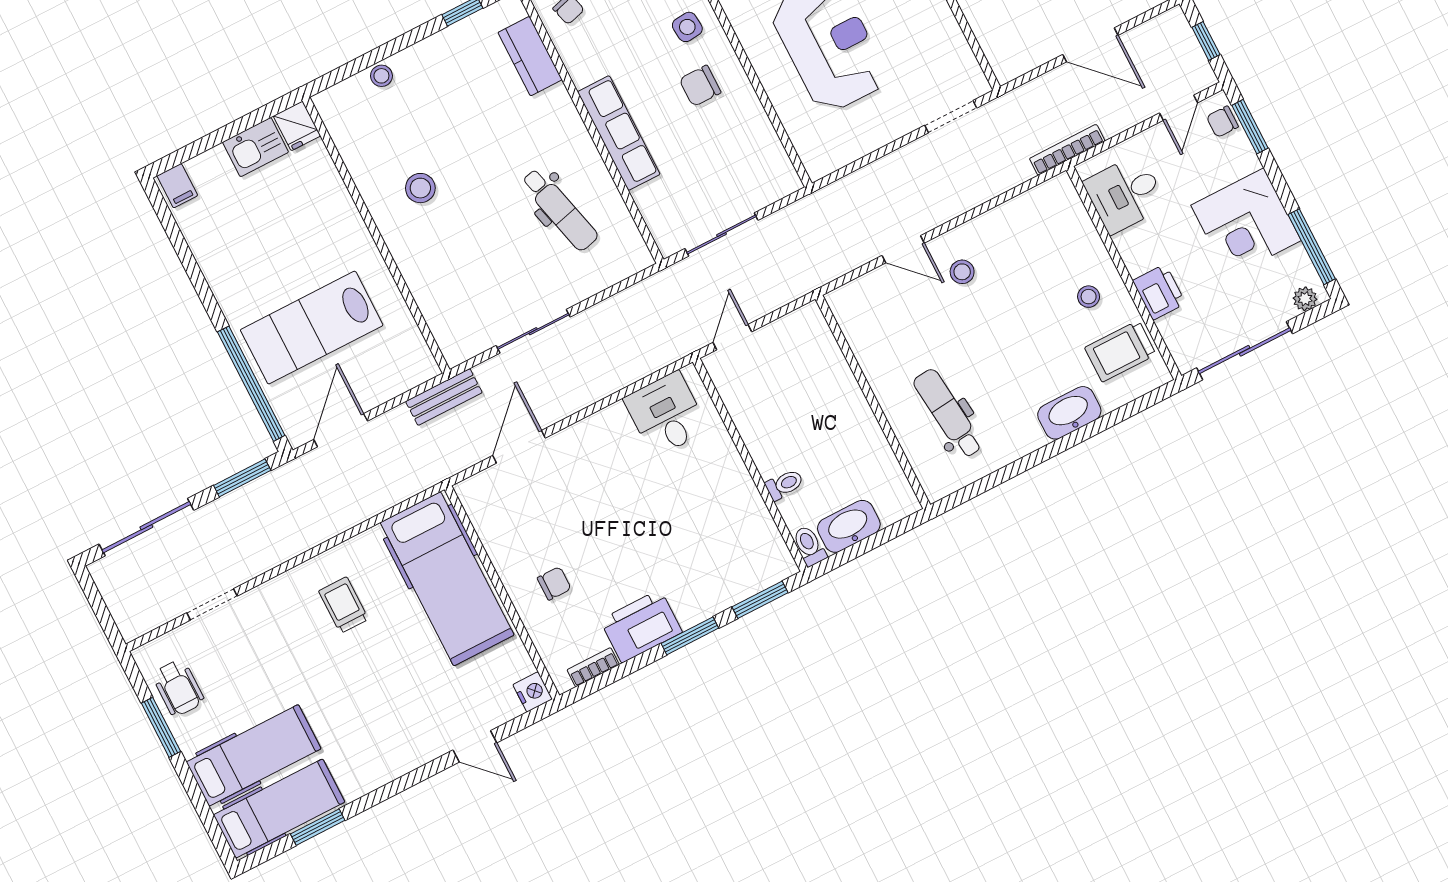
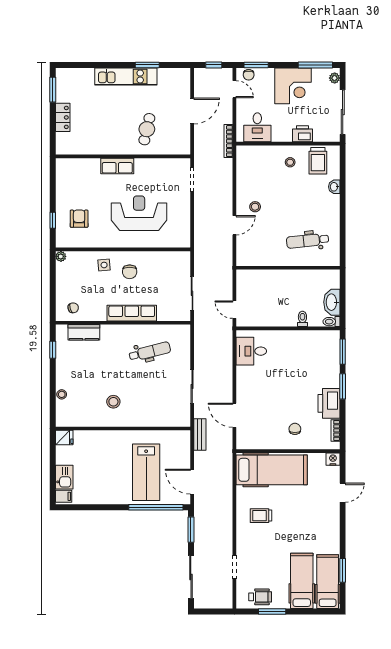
kitchen sink: (256, 147) -> (64, 477), moved
washbasin: (1069, 413) -> (334, 187), width x0.52, depth x0.69

